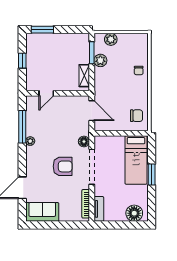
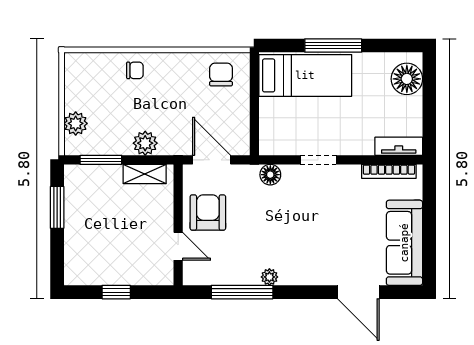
window: (42, 30) -> (57, 207), moved
plant: (100, 60) -> (145, 143), moved
door: (92, 111) -> (212, 160), hinge flipped
armchair: (63, 166) -> (208, 212), moved
doorway: (92, 167) -> (318, 160), width x0.53
window: (152, 175) -> (333, 45), width x1.44
sofa: (42, 212) -> (404, 243), width x1.36

